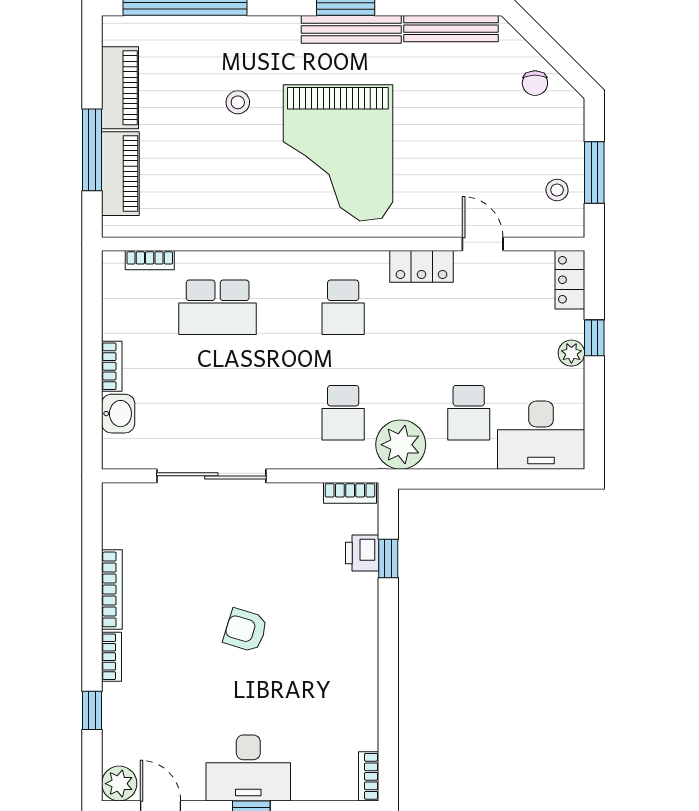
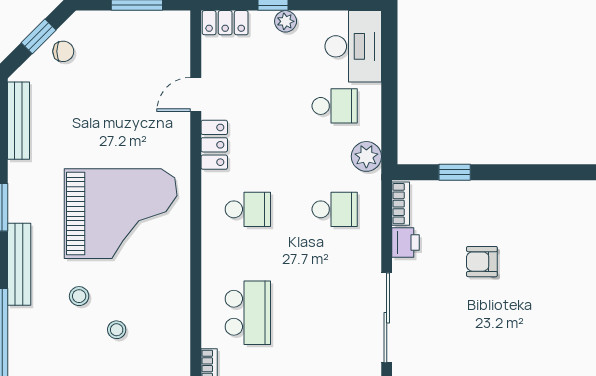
bench: (351, 29) -> (19, 264), moved
window: (553, 53) -> (39, 36), added
stool: (557, 190) -> (117, 330), moved
plant: (401, 445) -> (366, 156), width x0.73, depth x0.73
printer: (362, 553) -> (406, 243), moved, turned -90
armchair: (245, 630) -> (482, 262), moved, turned 73

